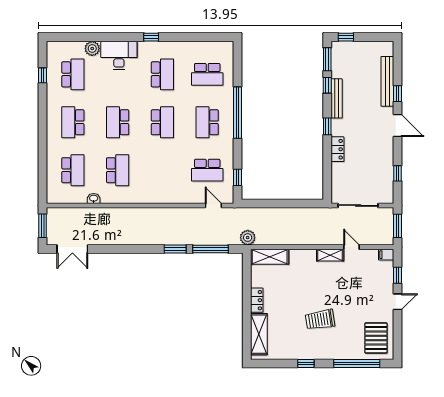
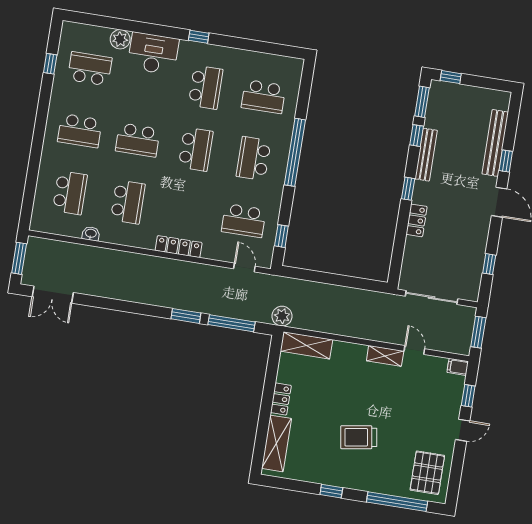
school desk: (73, 74) -> (90, 69), turned -90
school desk: (73, 122) -> (80, 131), turned -90
school desk: (118, 122) -> (138, 140), turned -90
locker: (161, 198) -> (179, 247), added

